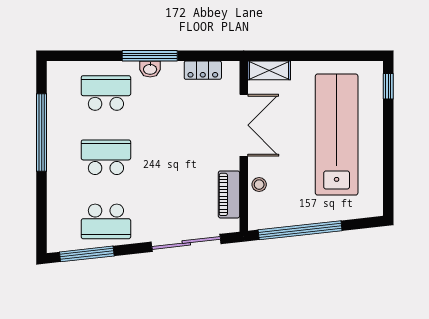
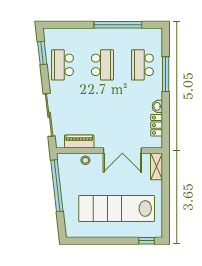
window: (150, 56) -> (166, 74), moved
washbasin: (150, 69) -> (157, 106), moved
school desk: (106, 93) -> (142, 65), turned 180
lab bench: (337, 135) -> (117, 209), turned 180
window: (87, 254) -> (42, 53), width x0.69

